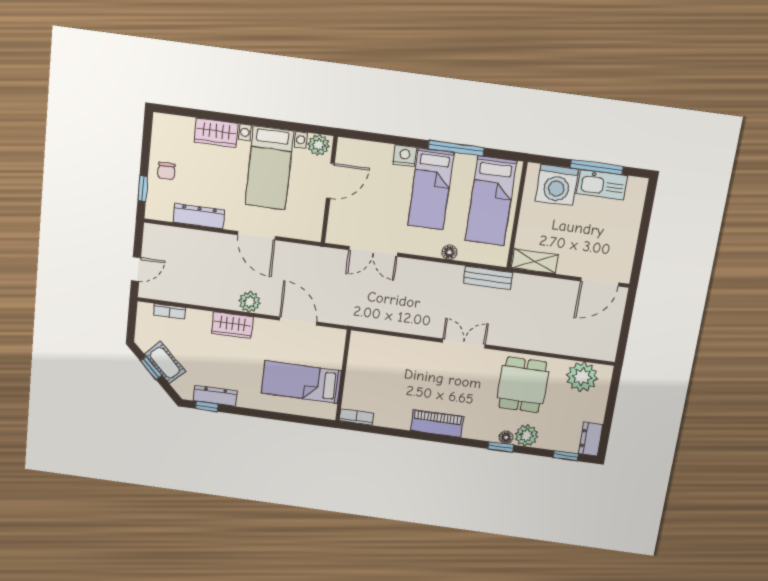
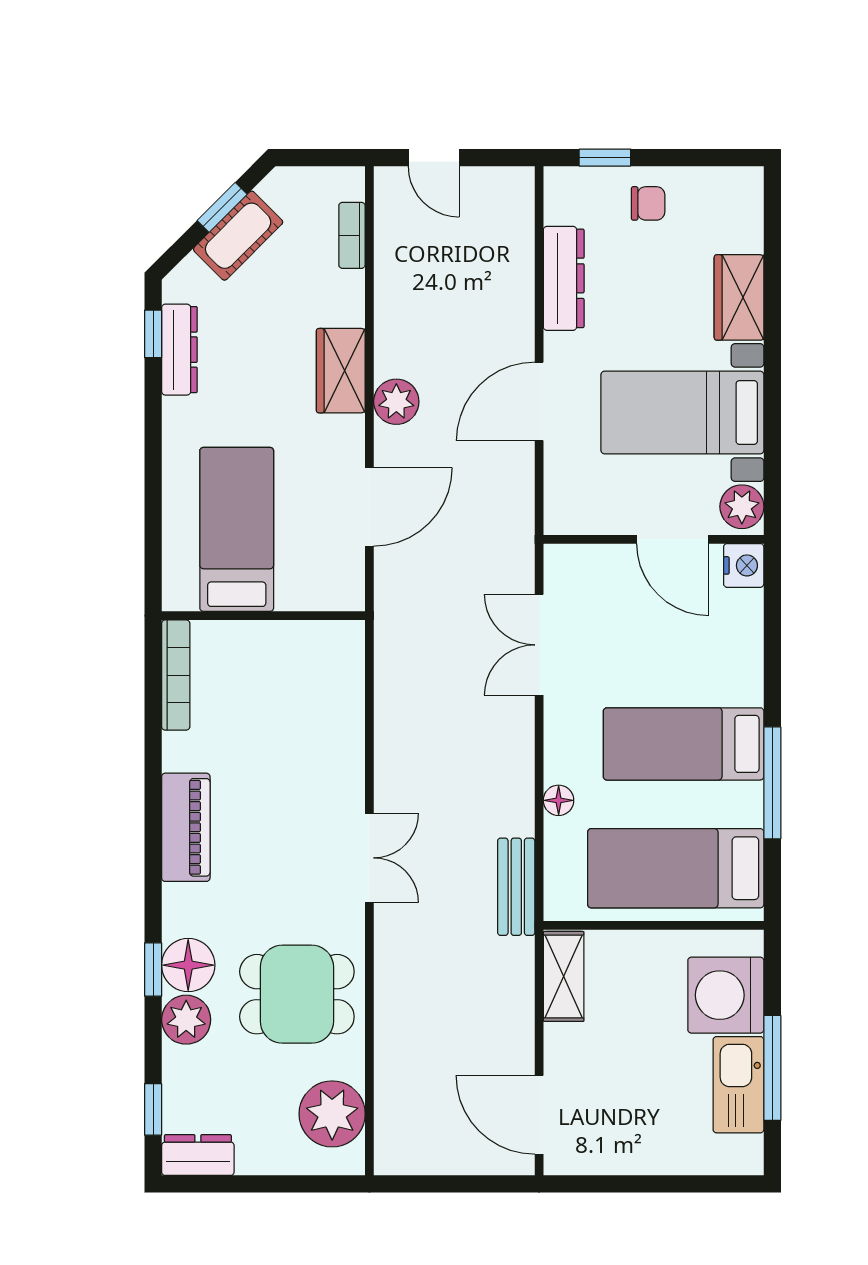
nightstand: (405, 156) -> (744, 565), moved
chair: (166, 171) -> (648, 203), turned 180
bookcase: (356, 417) -> (176, 675), width x1.56
floor lamp: (506, 437) -> (188, 965), width x1.89, depth x1.89

